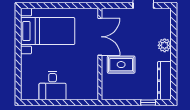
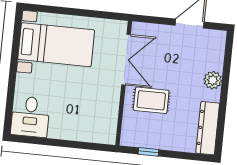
desk: (53, 85) -> (30, 117), moved
window: (148, 102) -> (148, 152), moved

